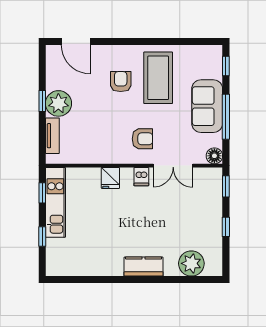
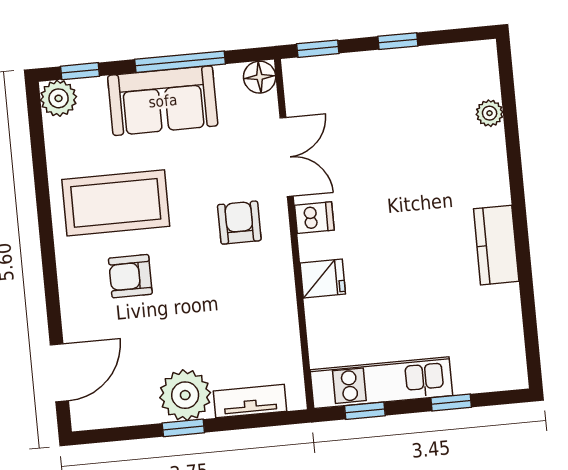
plant: (213, 54) -> (59, 98), added
plant: (191, 263) -> (490, 113), width x0.53, depth x0.53
kitchen counter: (144, 267) -> (496, 245), moved

